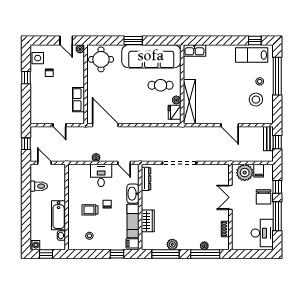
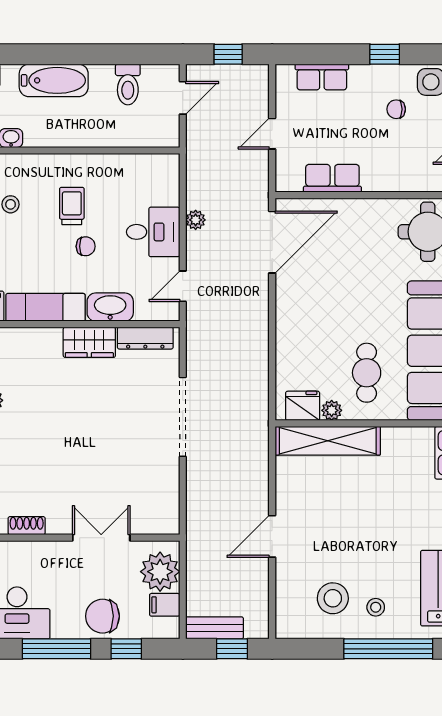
row of seats: (36, 104) -> (322, 77), added
bench: (268, 139) -> (215, 628), moved
bathtub: (59, 215) -> (54, 80), moved, turned 180
wardrobe: (148, 221) -> (89, 342), moved

